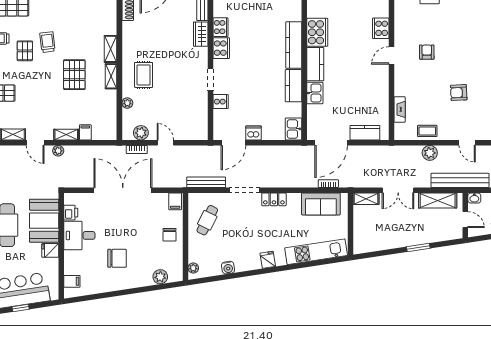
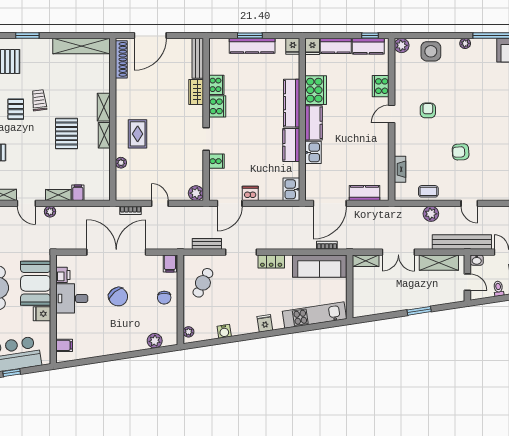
plant: (141, 133) -> (196, 193), moved
bench: (206, 182) -> (207, 244), width x0.73
sofa: (321, 204) -> (319, 266), width x1.36
chair: (117, 258) -> (118, 297), moved, turned 51

